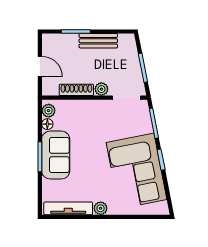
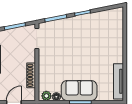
plant: (101, 89) -> (31, 57), removed
corner sofa: (136, 171) -> (91, 31), removed
plant: (101, 208) -> (118, 58), removed

